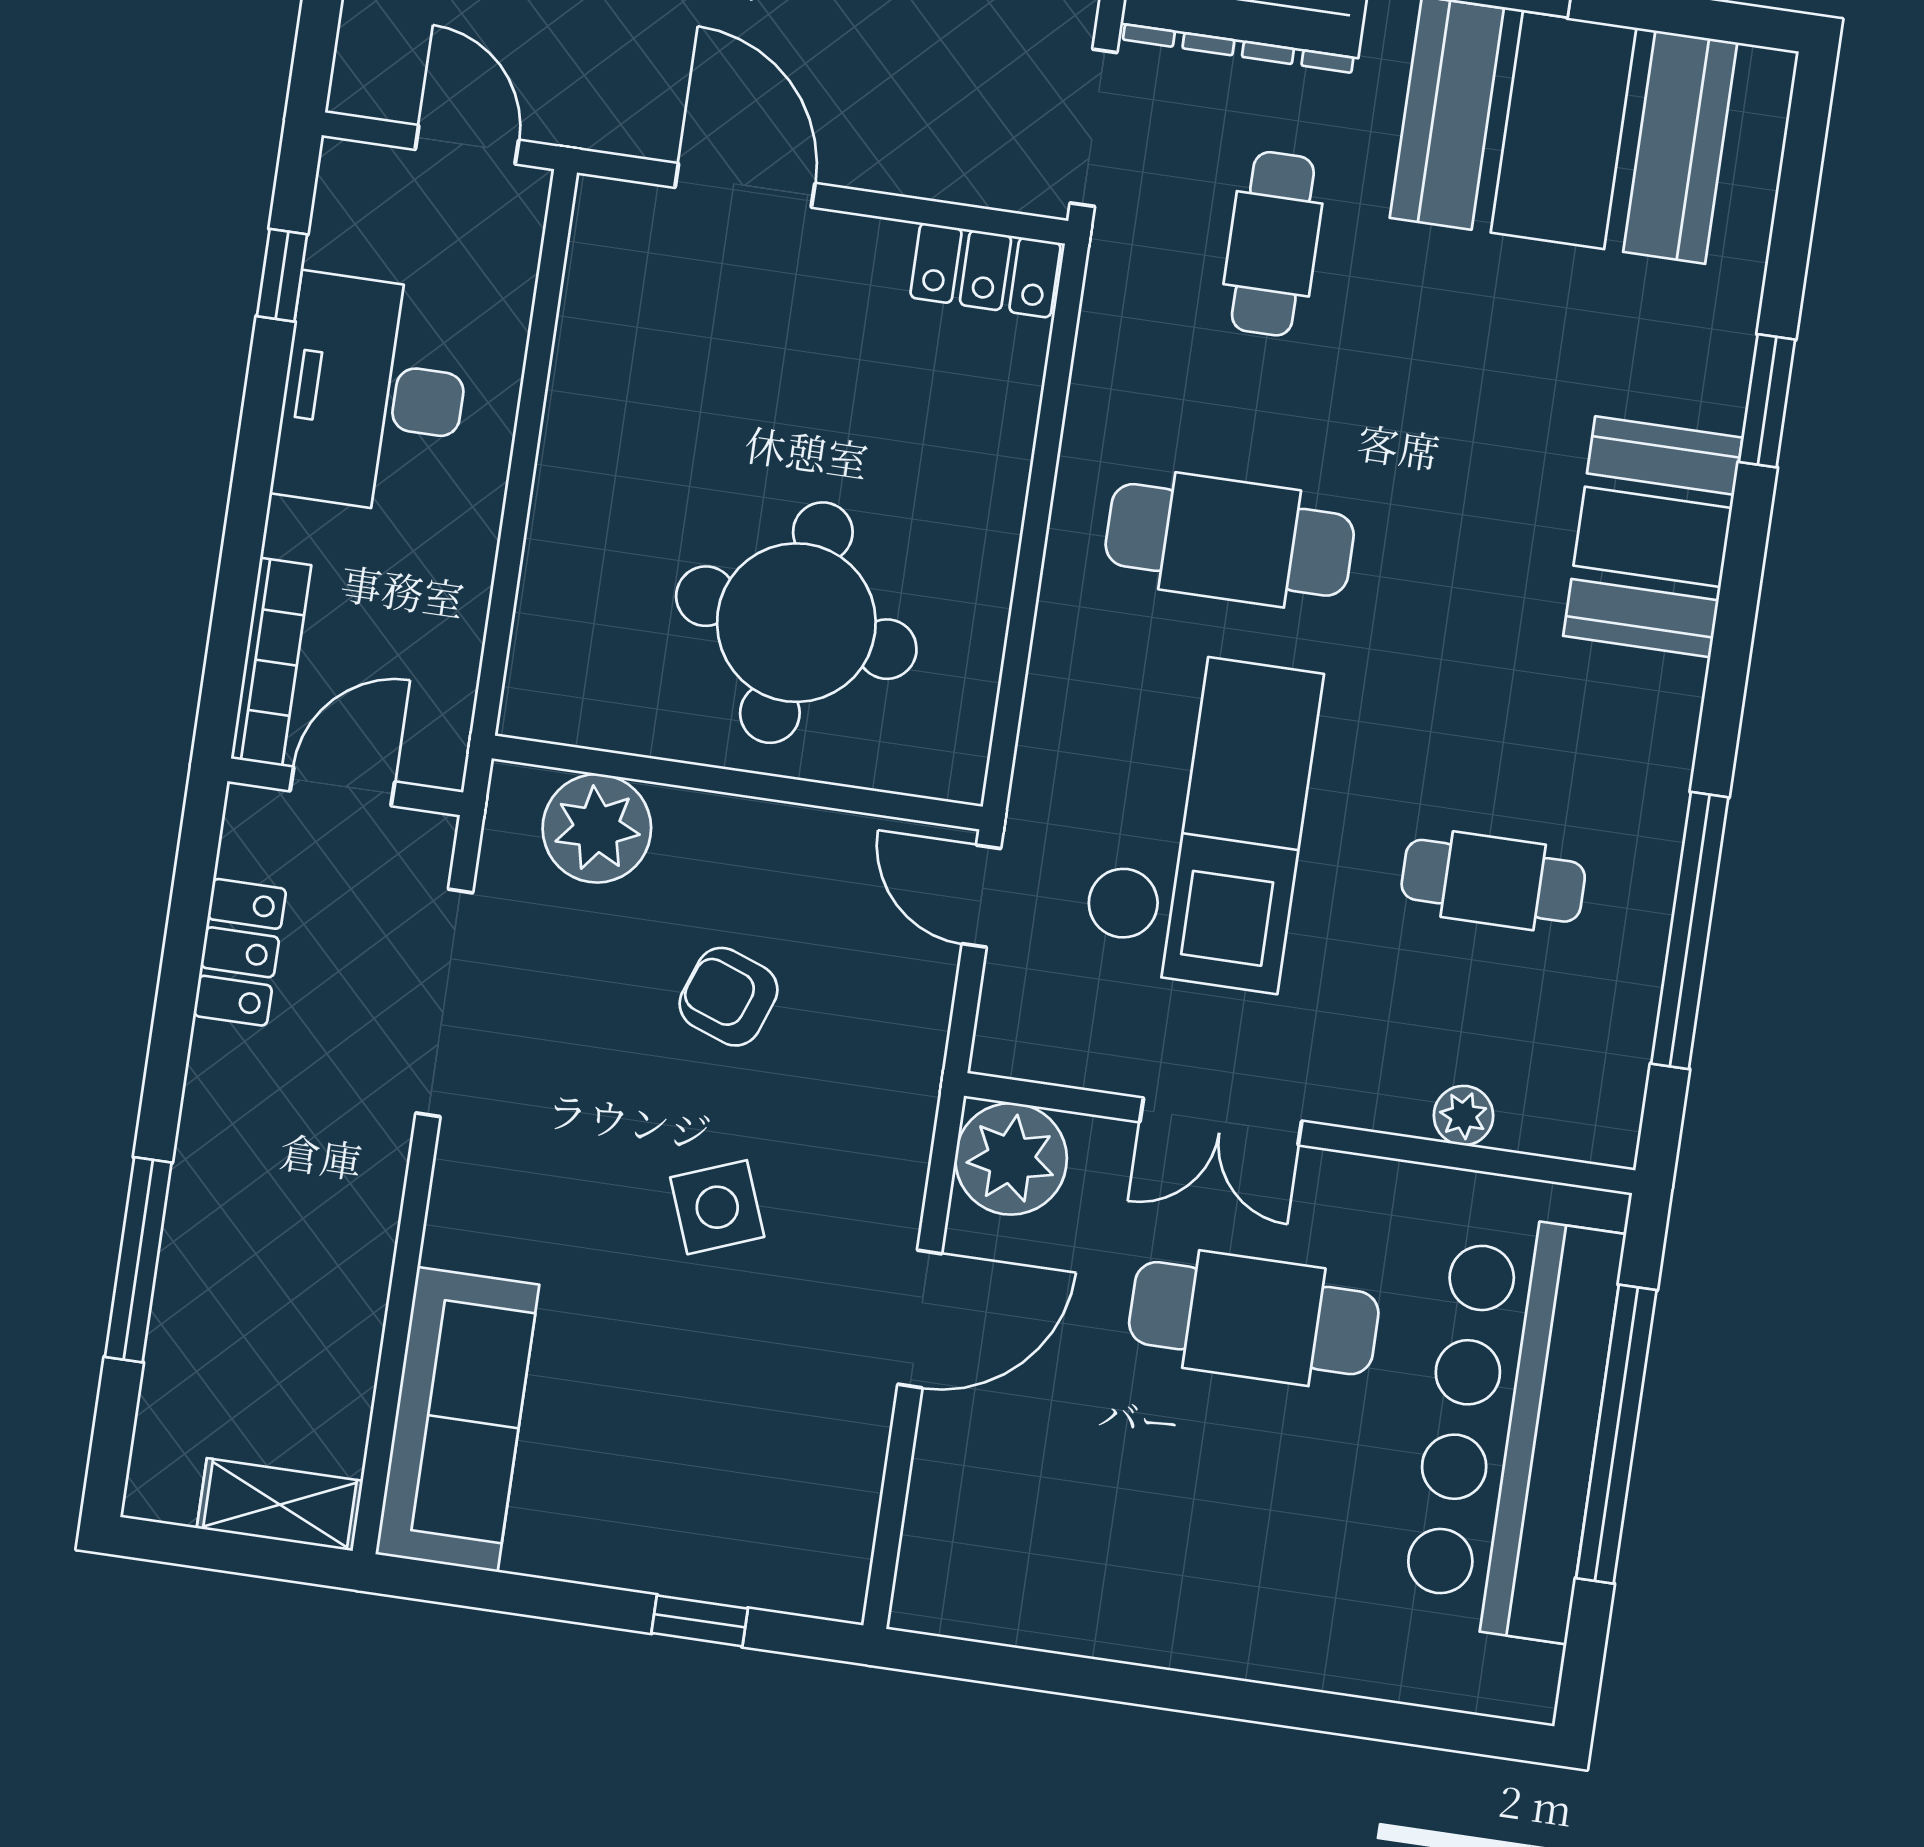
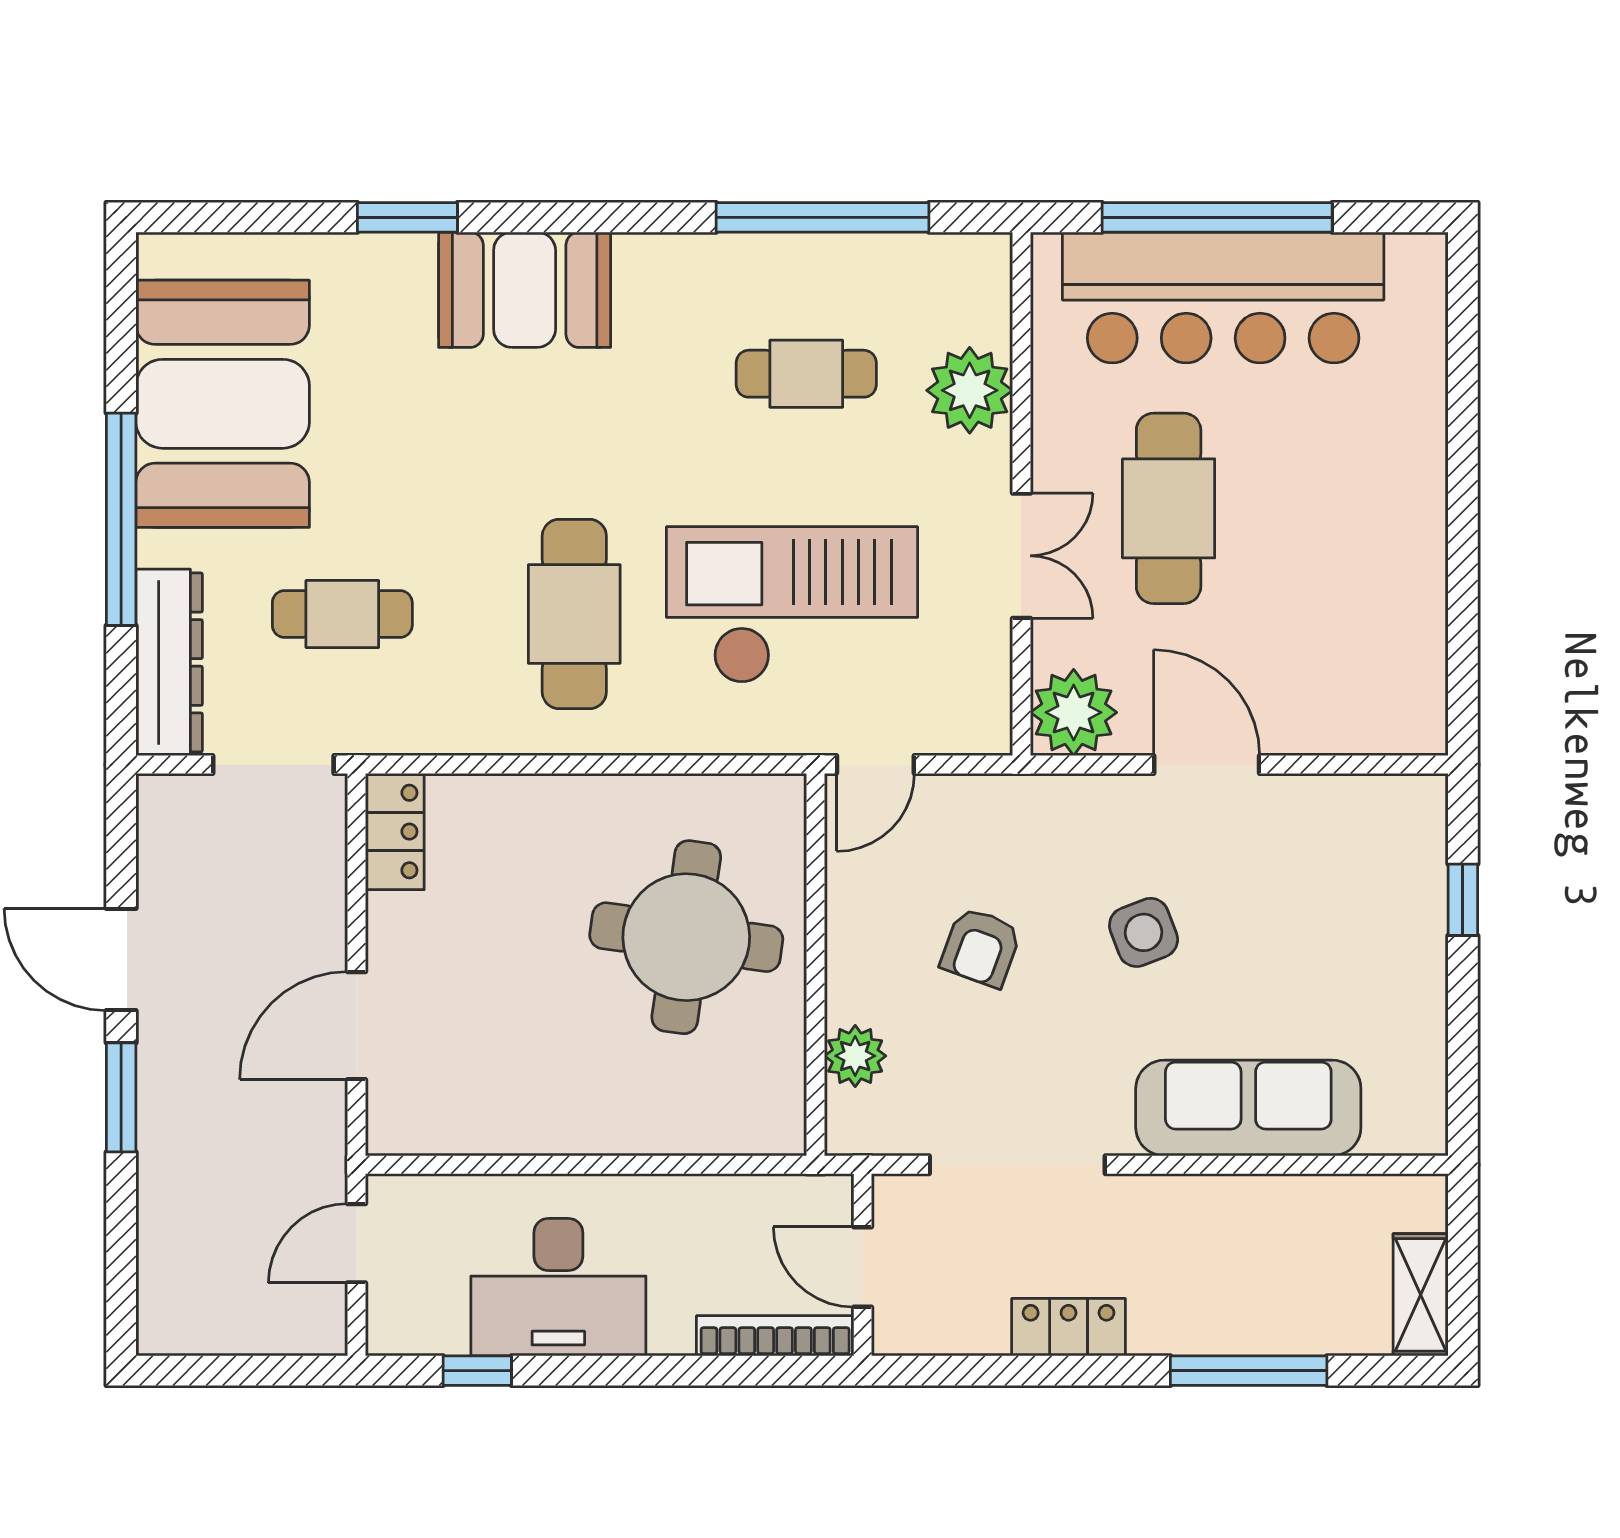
plant: (597, 828) -> (855, 1056), width x0.73, depth x0.73
cafe table: (1493, 881) -> (806, 374), turned 90
locker: (240, 952) -> (1069, 1327), moved
plant: (1463, 1116) -> (970, 390), width x1.88, depth x1.88
sofa: (457, 1419) -> (1248, 1108), moved
shelving: (280, 1505) -> (1421, 1295), moved

